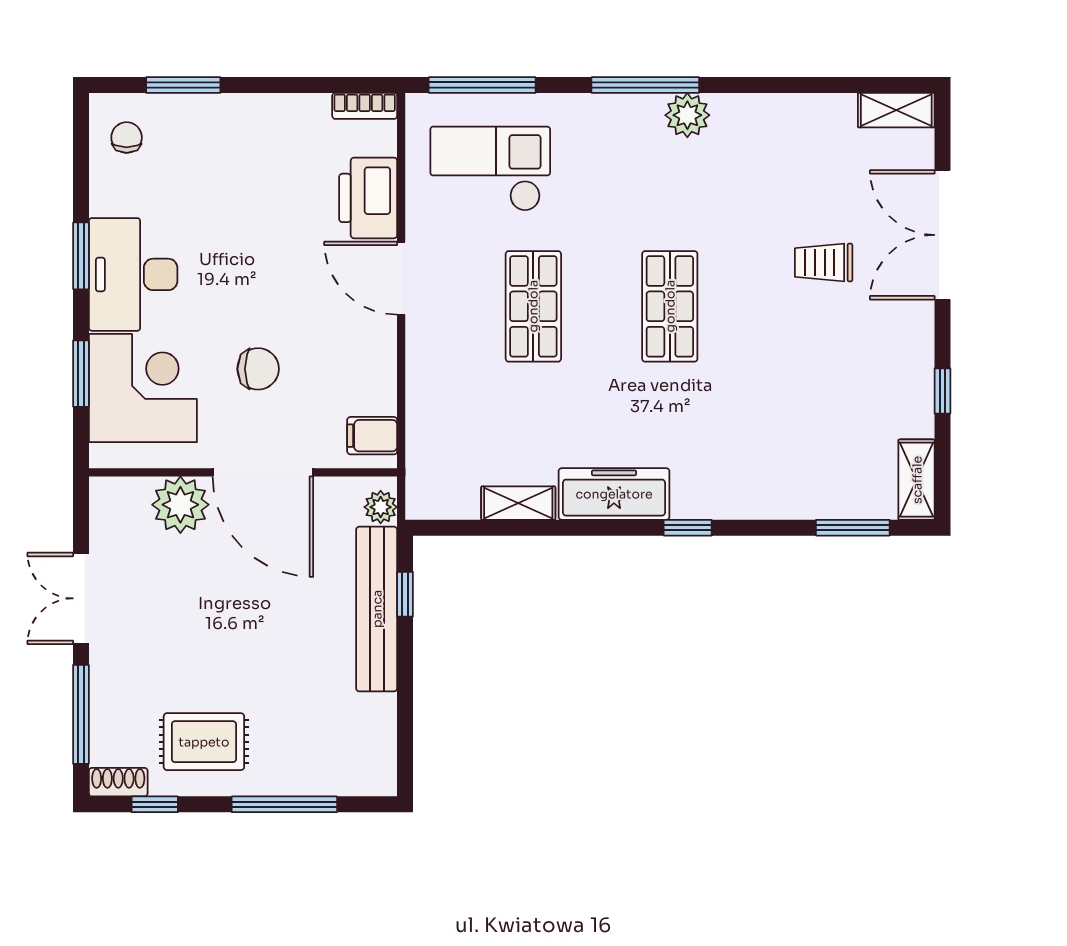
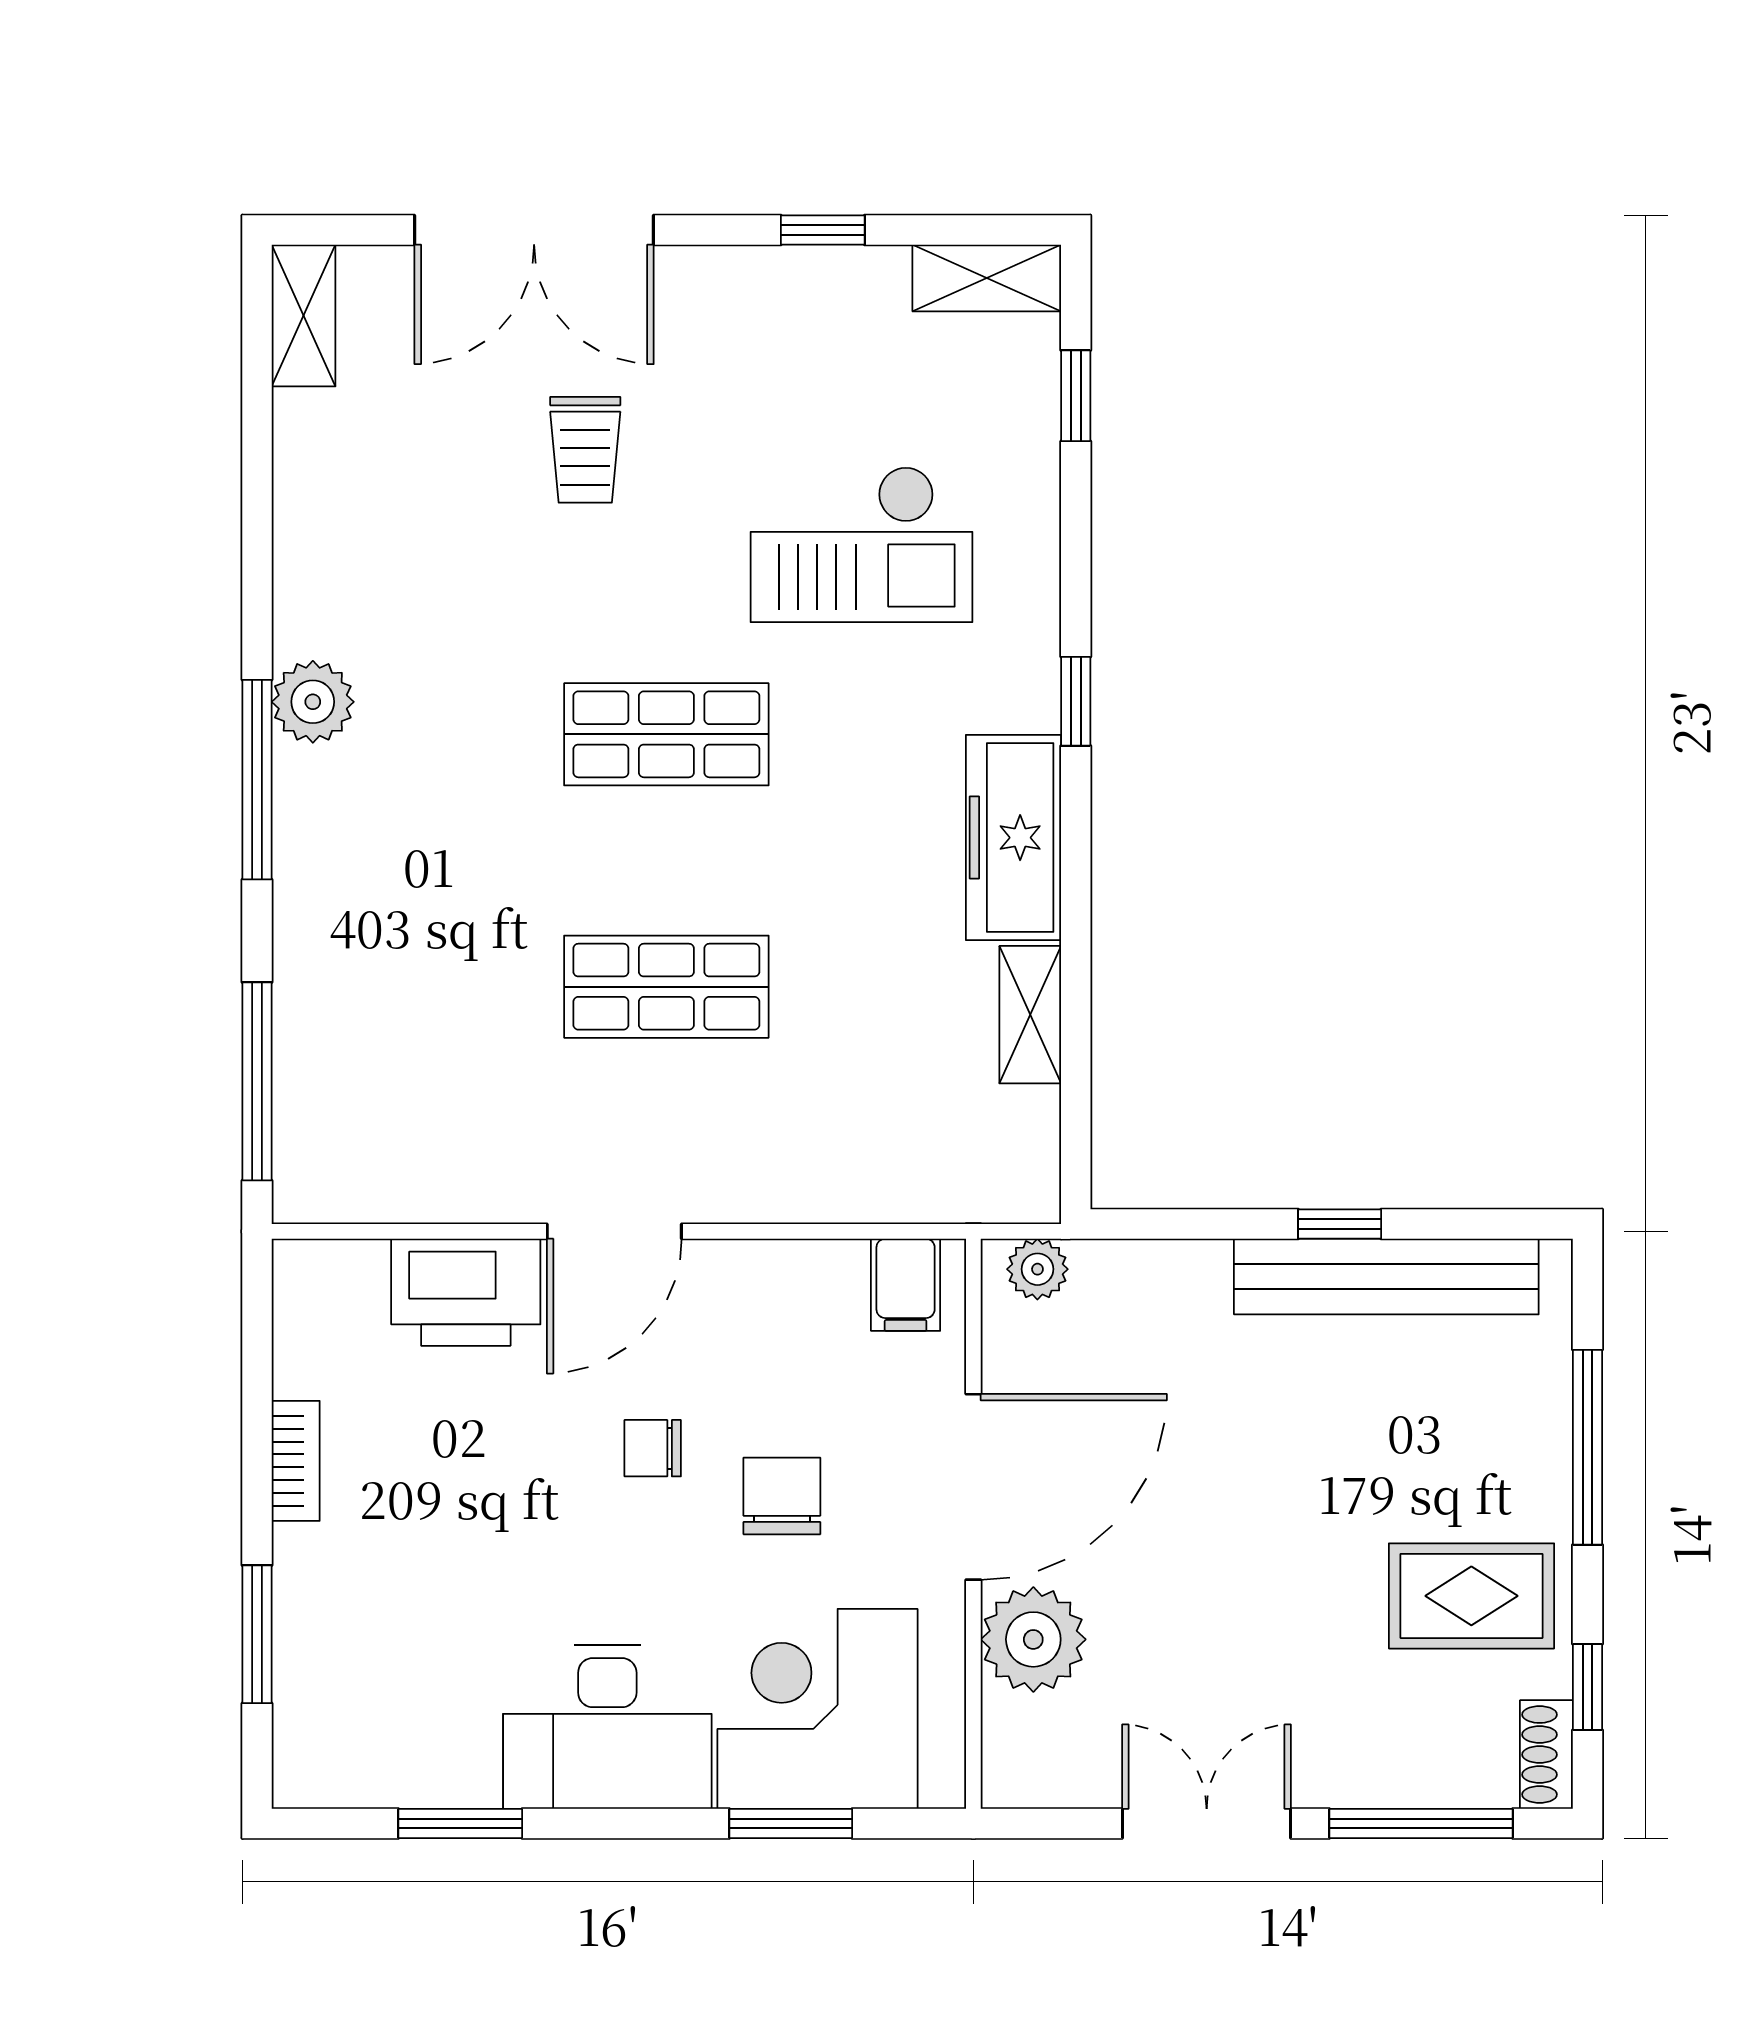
bookcase: (365, 106) -> (296, 1461), moved
chair: (127, 137) -> (653, 1448), moved
checkout: (490, 169) -> (862, 544), moved, turned -90
window: (81, 256) -> (460, 1823), moved
window: (853, 528) -> (1076, 396), width x0.67
window: (405, 594) -> (1340, 1224), moved
double door: (81, 598) -> (1207, 1823), swing flipped
bench: (377, 609) -> (1386, 1277), moved
rug: (204, 742) -> (1471, 1596), turned 90

